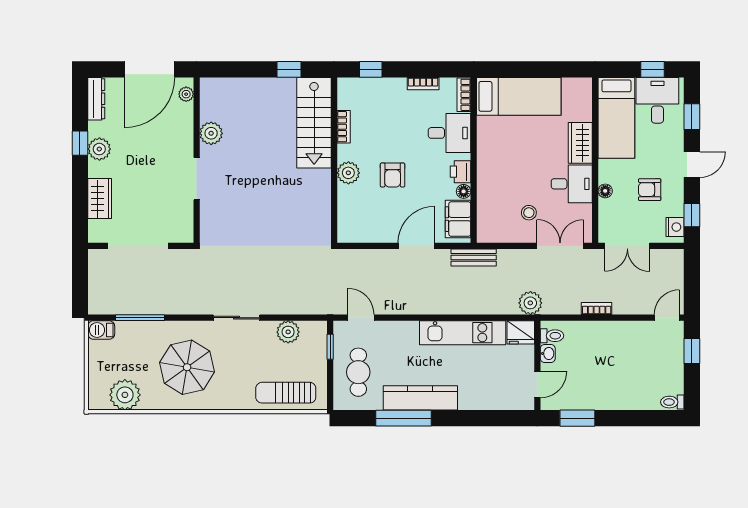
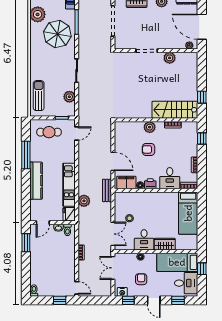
window: (653, 69) -> (202, 269), moved
plant: (530, 303) -> (84, 201), moved
parasol: (187, 367) -> (57, 34), moved
door: (537, 384) -> (43, 223), hinge flipped
kitchen counter: (420, 398) -> (36, 181), moved

